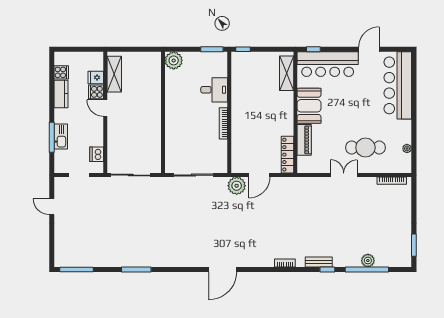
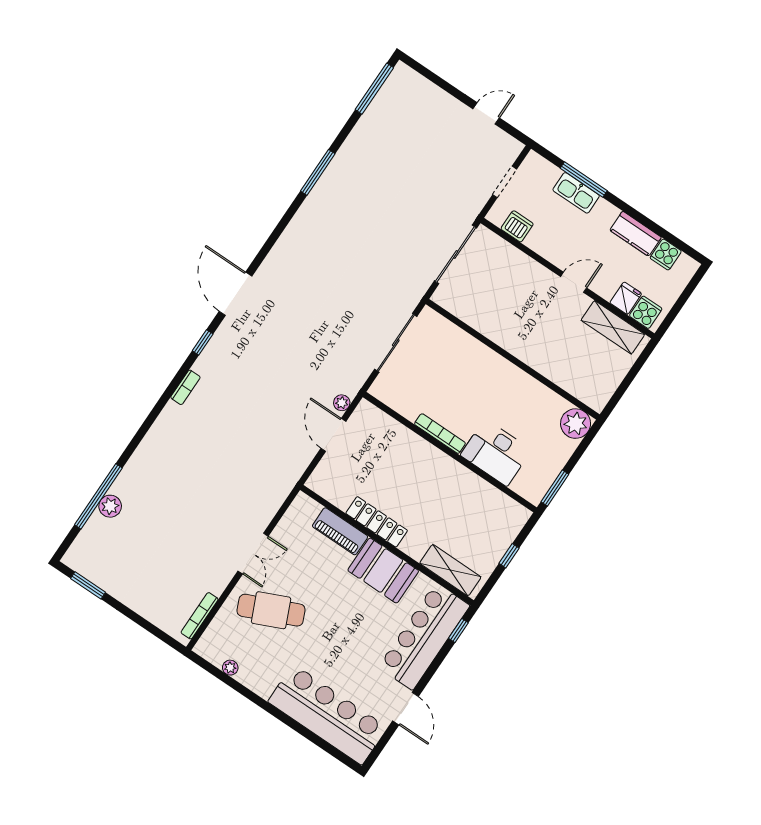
window: (243, 49) -> (509, 556), moved
desk: (214, 90) -> (496, 453), width x1.37
cooker: (96, 92) -> (646, 312), moved
cafe table: (365, 148) -> (271, 610), turned 66
locker: (287, 155) -> (377, 522), moved
plant: (237, 186) -> (342, 403), width x0.53, depth x0.53
bench: (319, 262) -> (155, 436), removed
window: (327, 269) -> (203, 342), moved

